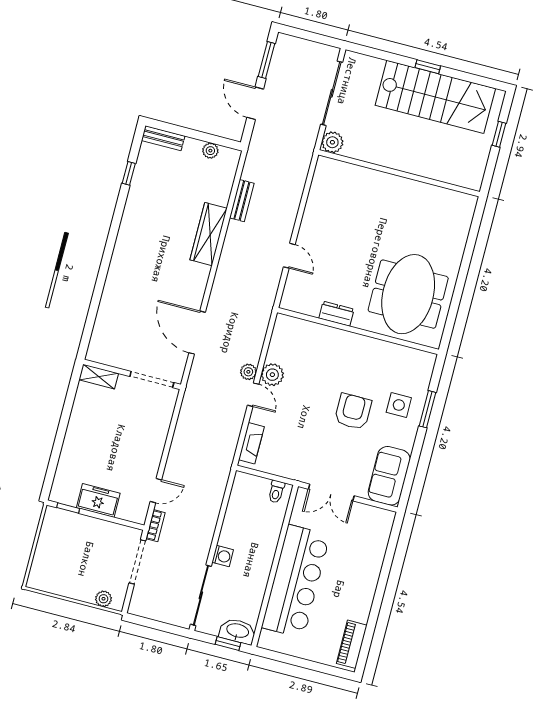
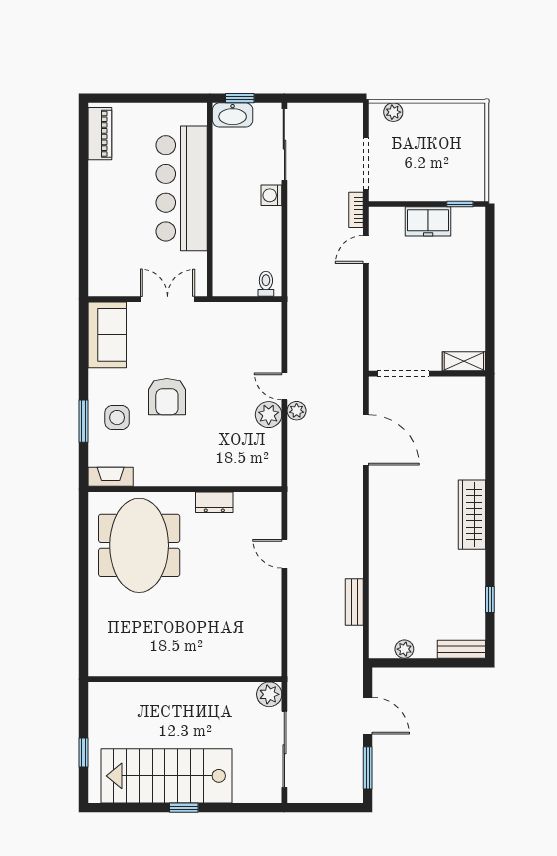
wardrobe: (208, 234) -> (472, 515), moved, turned 180
fireplace: (251, 443) -> (111, 477), moved, turned 90
toilet: (276, 492) -> (266, 284), moved

